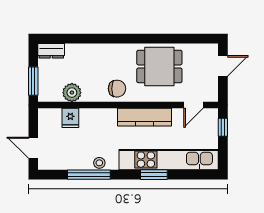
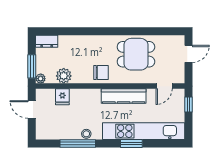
plant: (44, 96) -> (41, 79), added
door: (33, 148) -> (32, 109), moved

